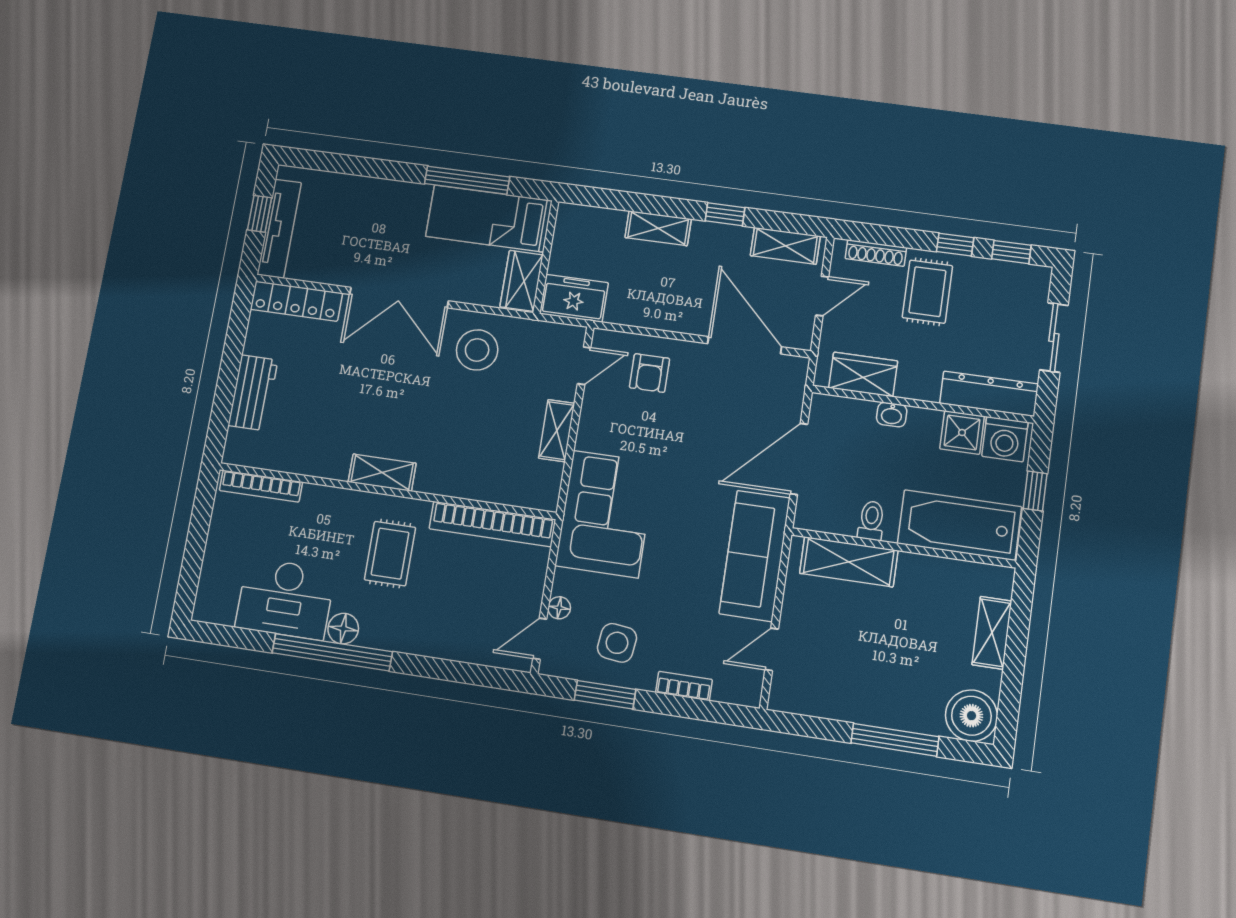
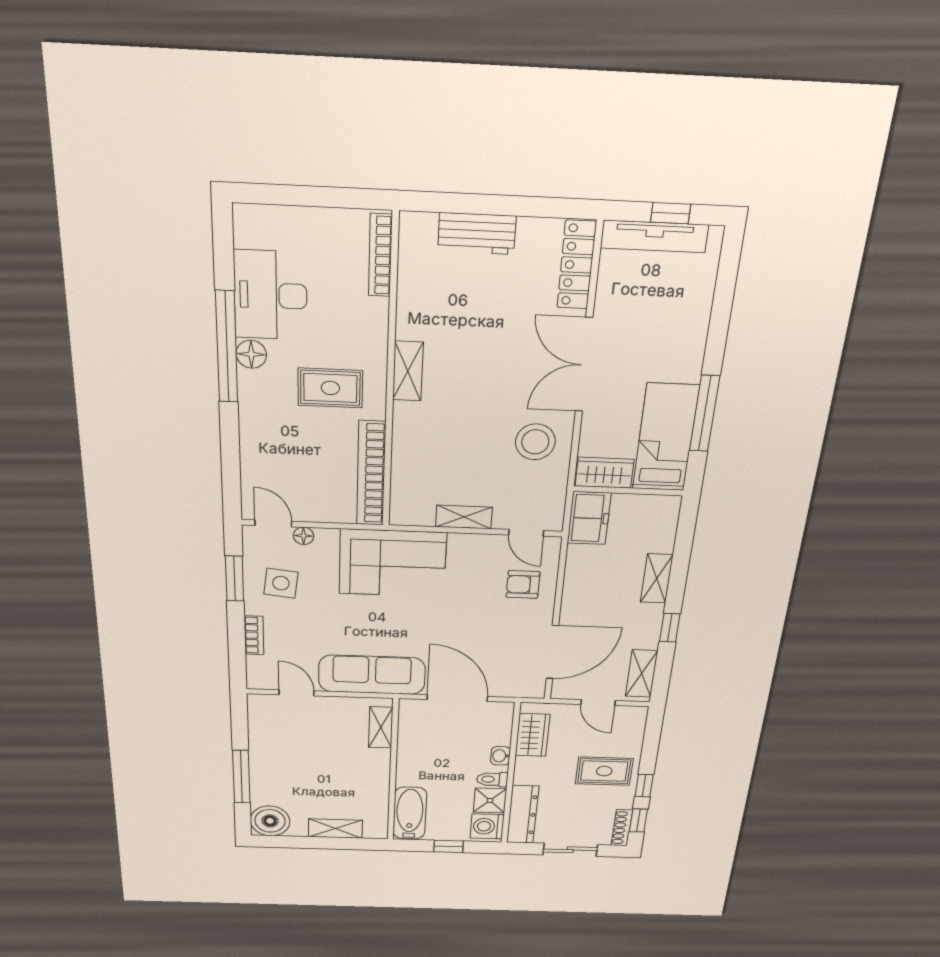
shoe rack: (876, 253) -> (622, 828), moved
toilet: (871, 521) -> (492, 779), moved, turned 180
bathtub: (959, 525) -> (410, 813), width x0.73, depth x0.73
shelving: (849, 562) -> (381, 727), width x0.67, depth x0.75

